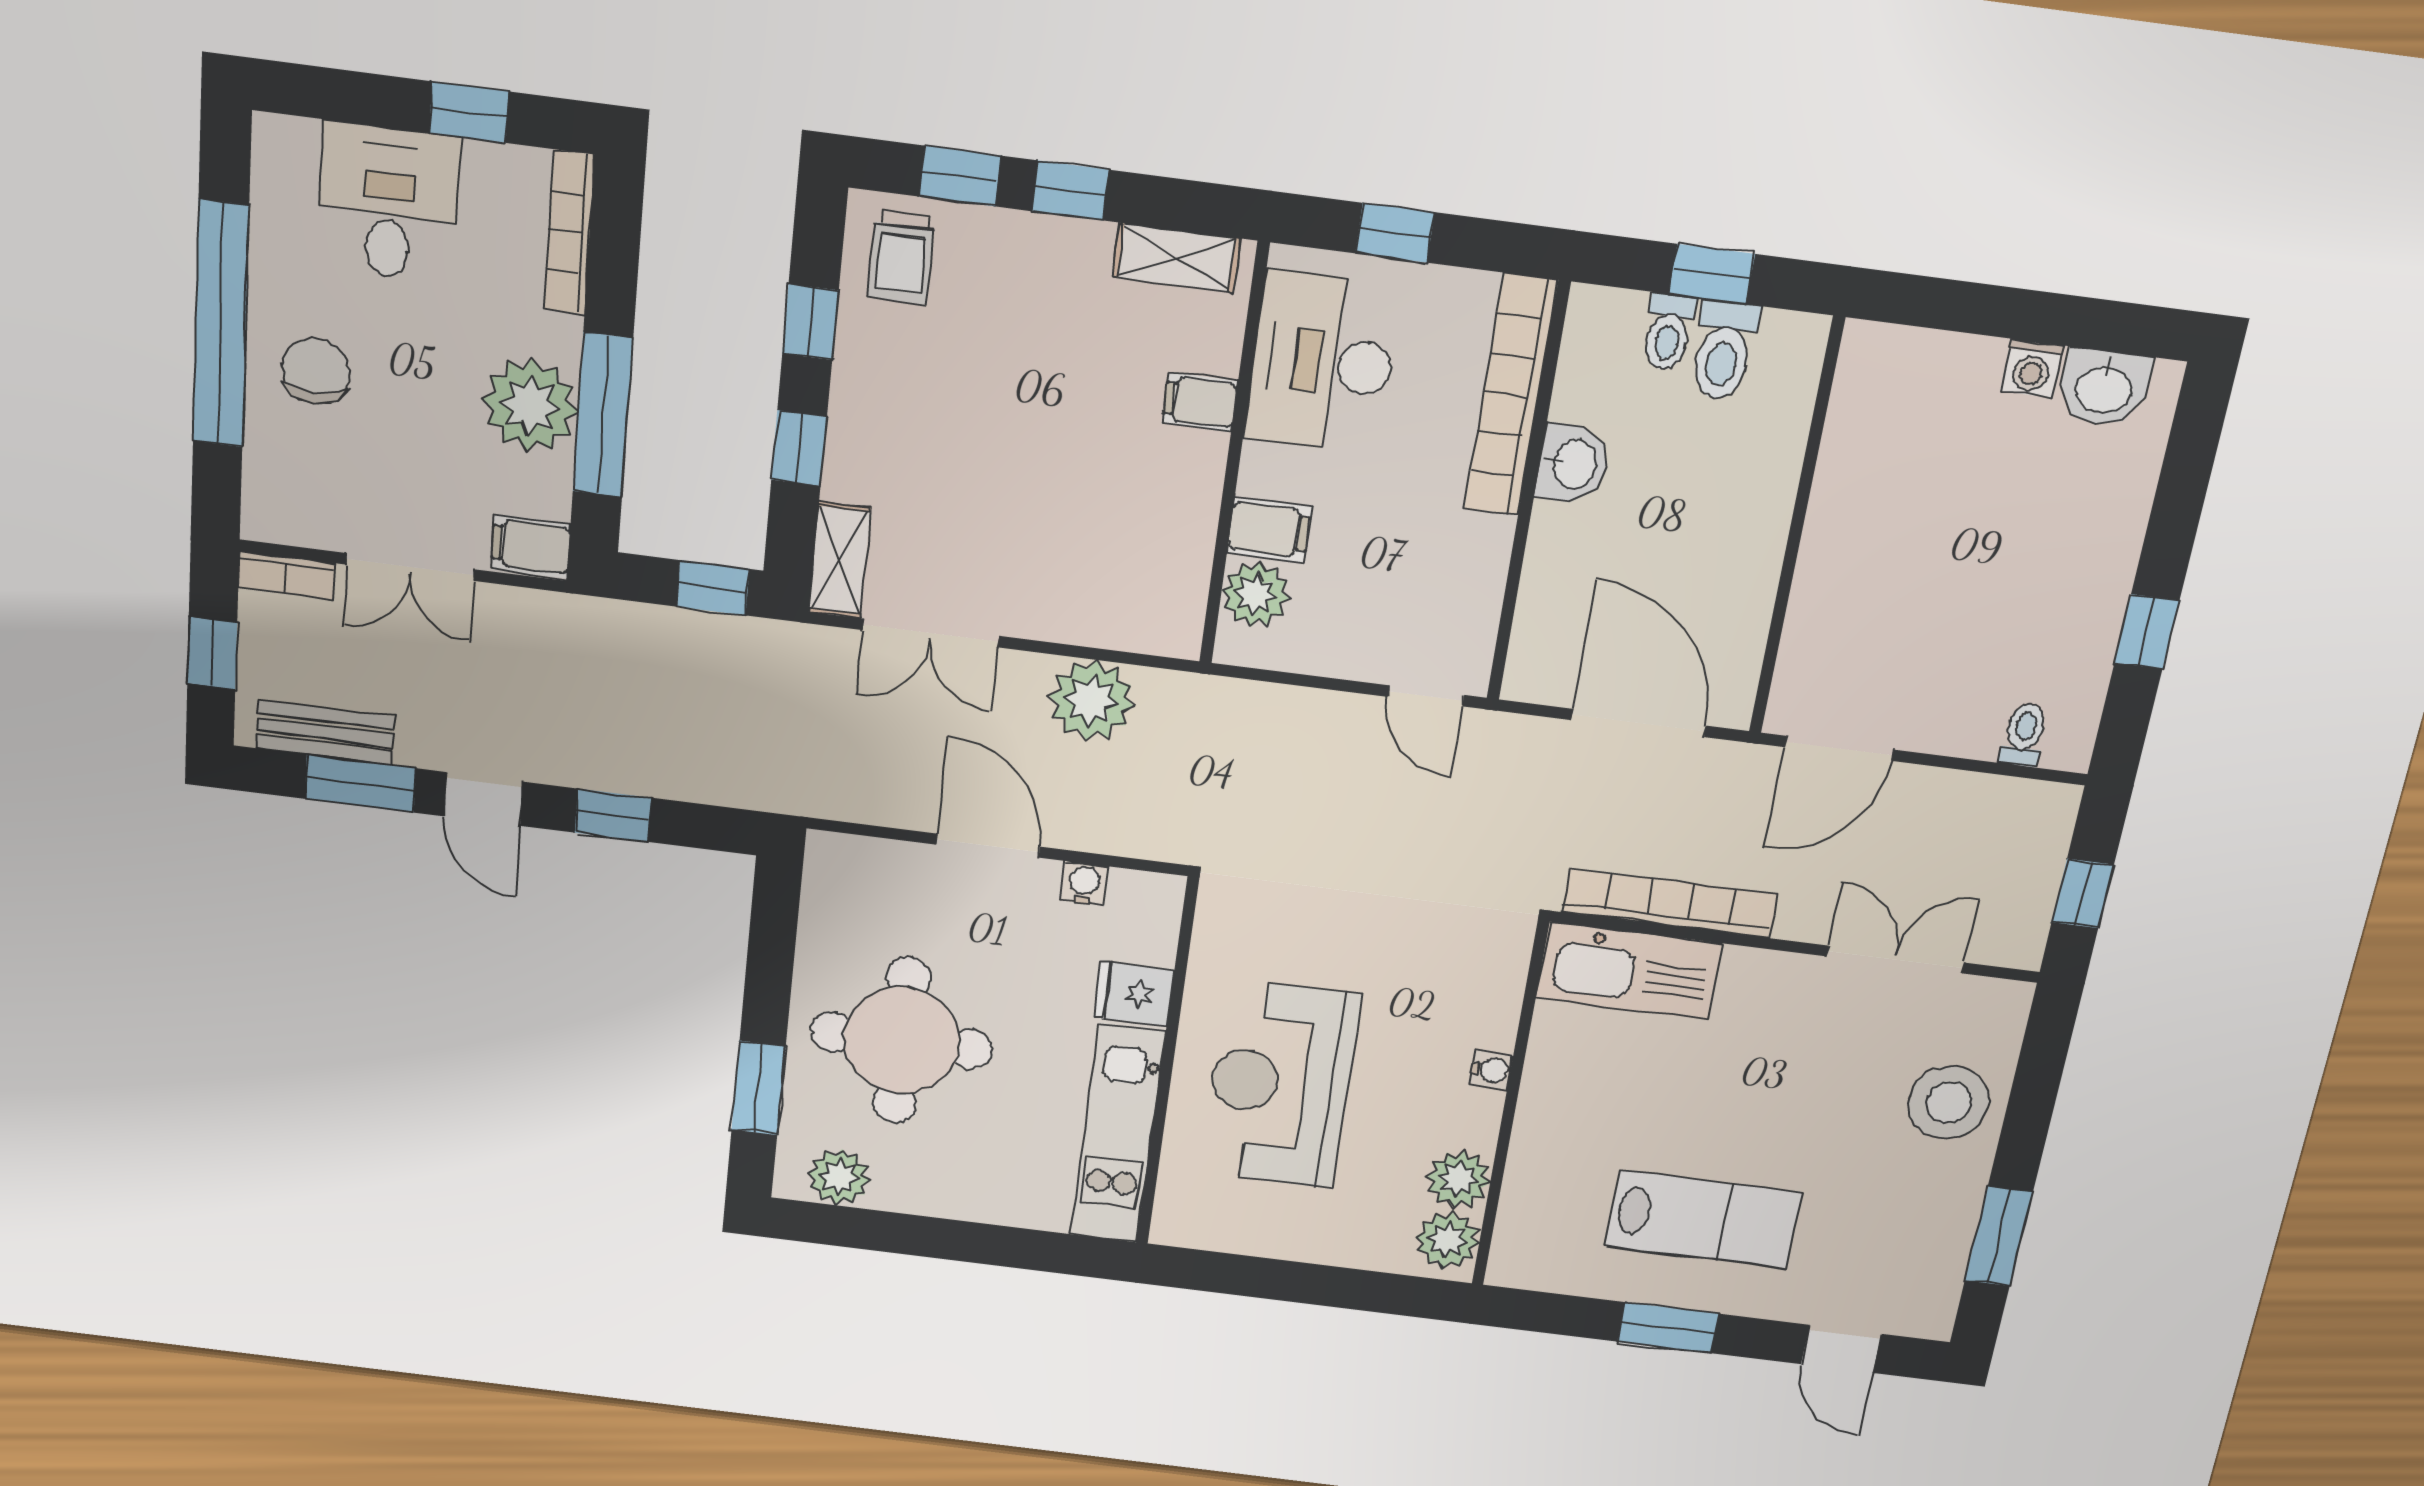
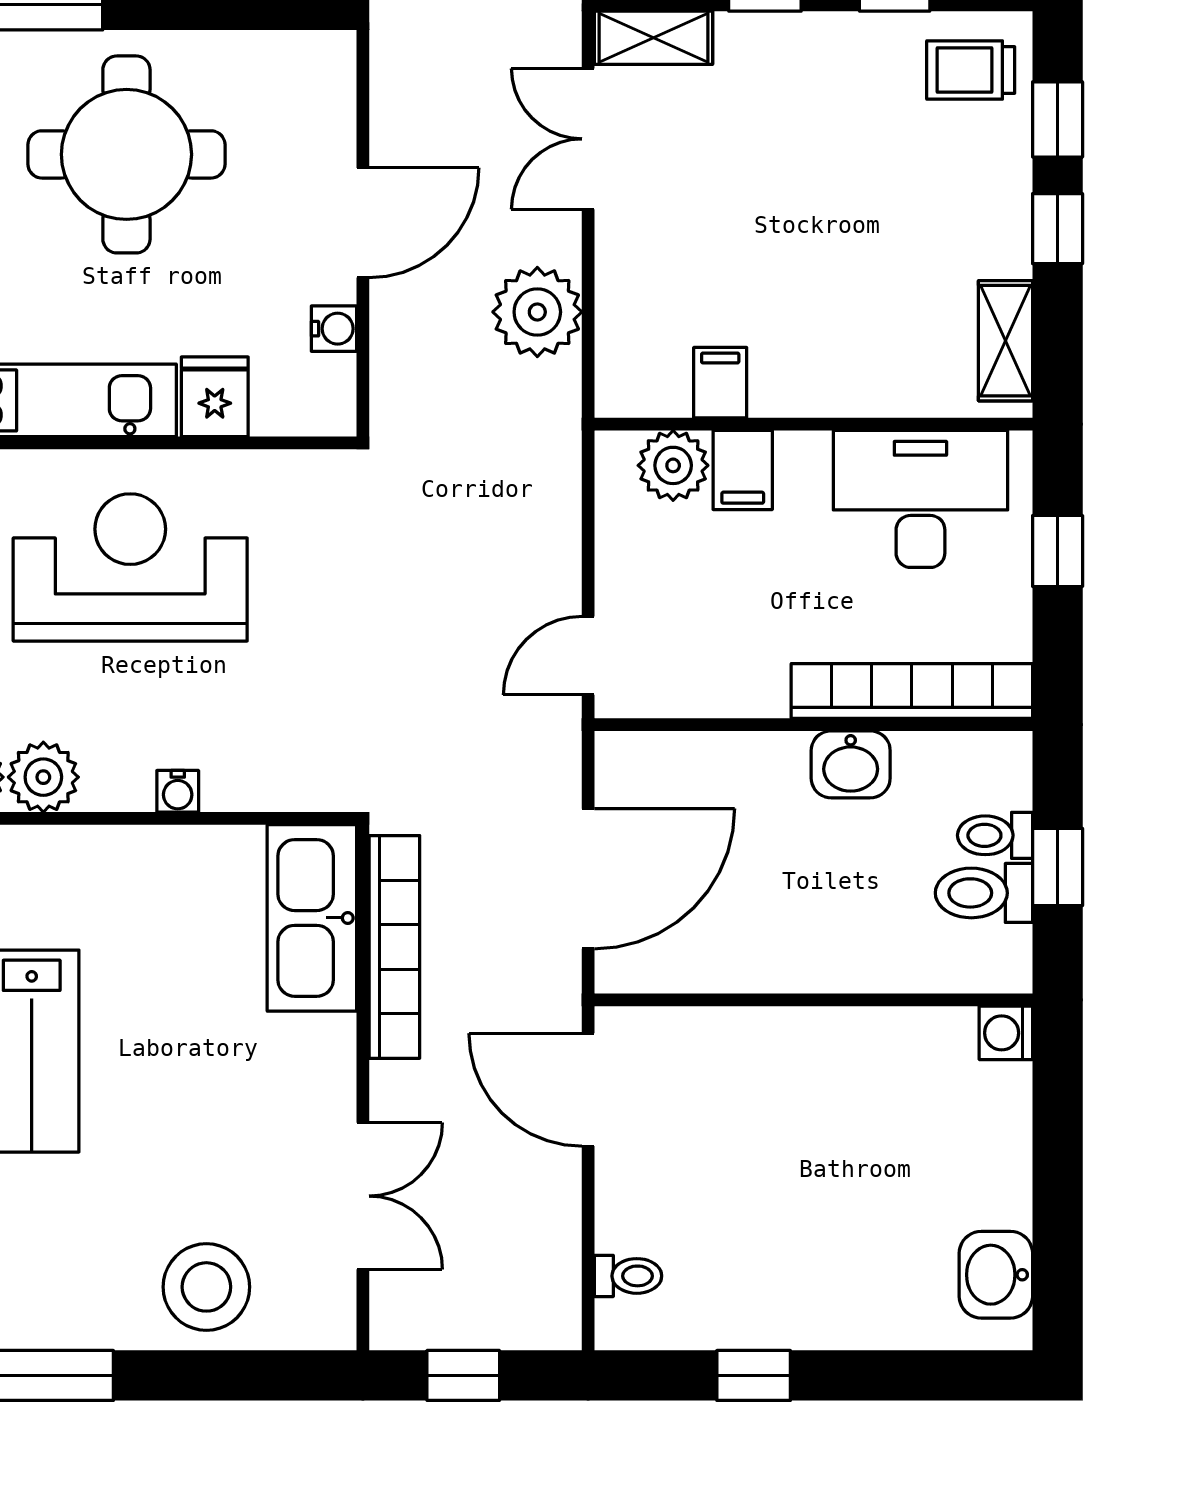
washing machine: (2032, 368) -> (1006, 1033), moved
filing cabinet: (1200, 402) -> (720, 383), moved

